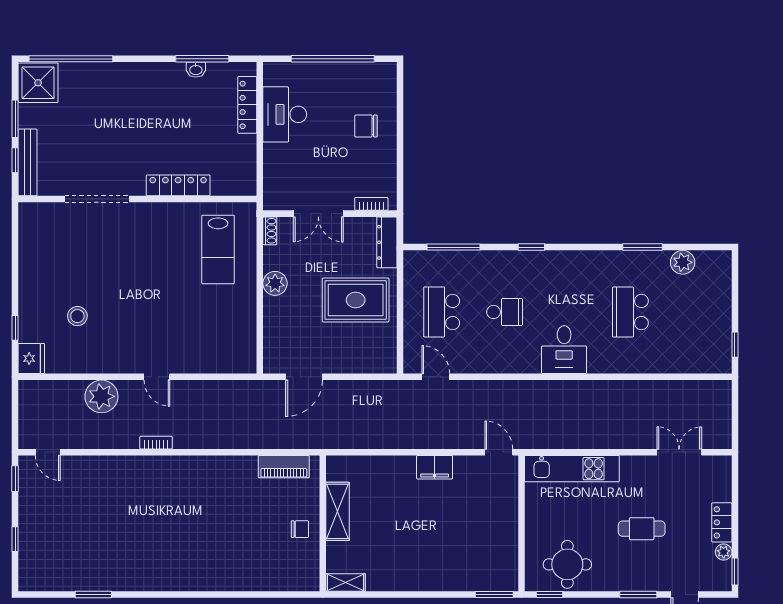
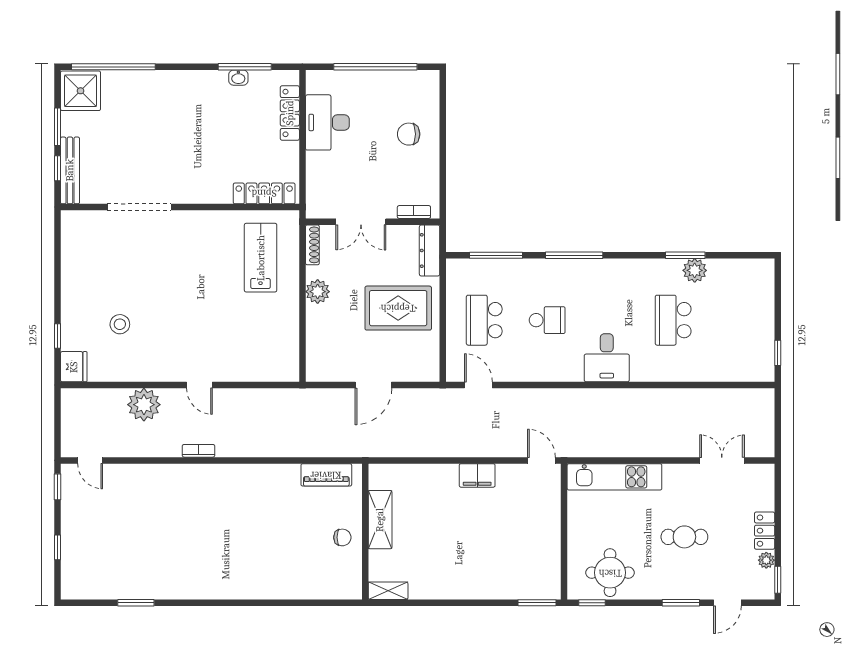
locker: (178, 185) -> (264, 193), moved
shoe rack: (270, 231) -> (312, 245), width x1.43
window: (531, 247) -> (574, 255), width x2.17
lab bench: (218, 249) -> (261, 258), turned 180
plant: (683, 262) -> (695, 270), moved
door: (304, 377) -> (373, 385), moved

